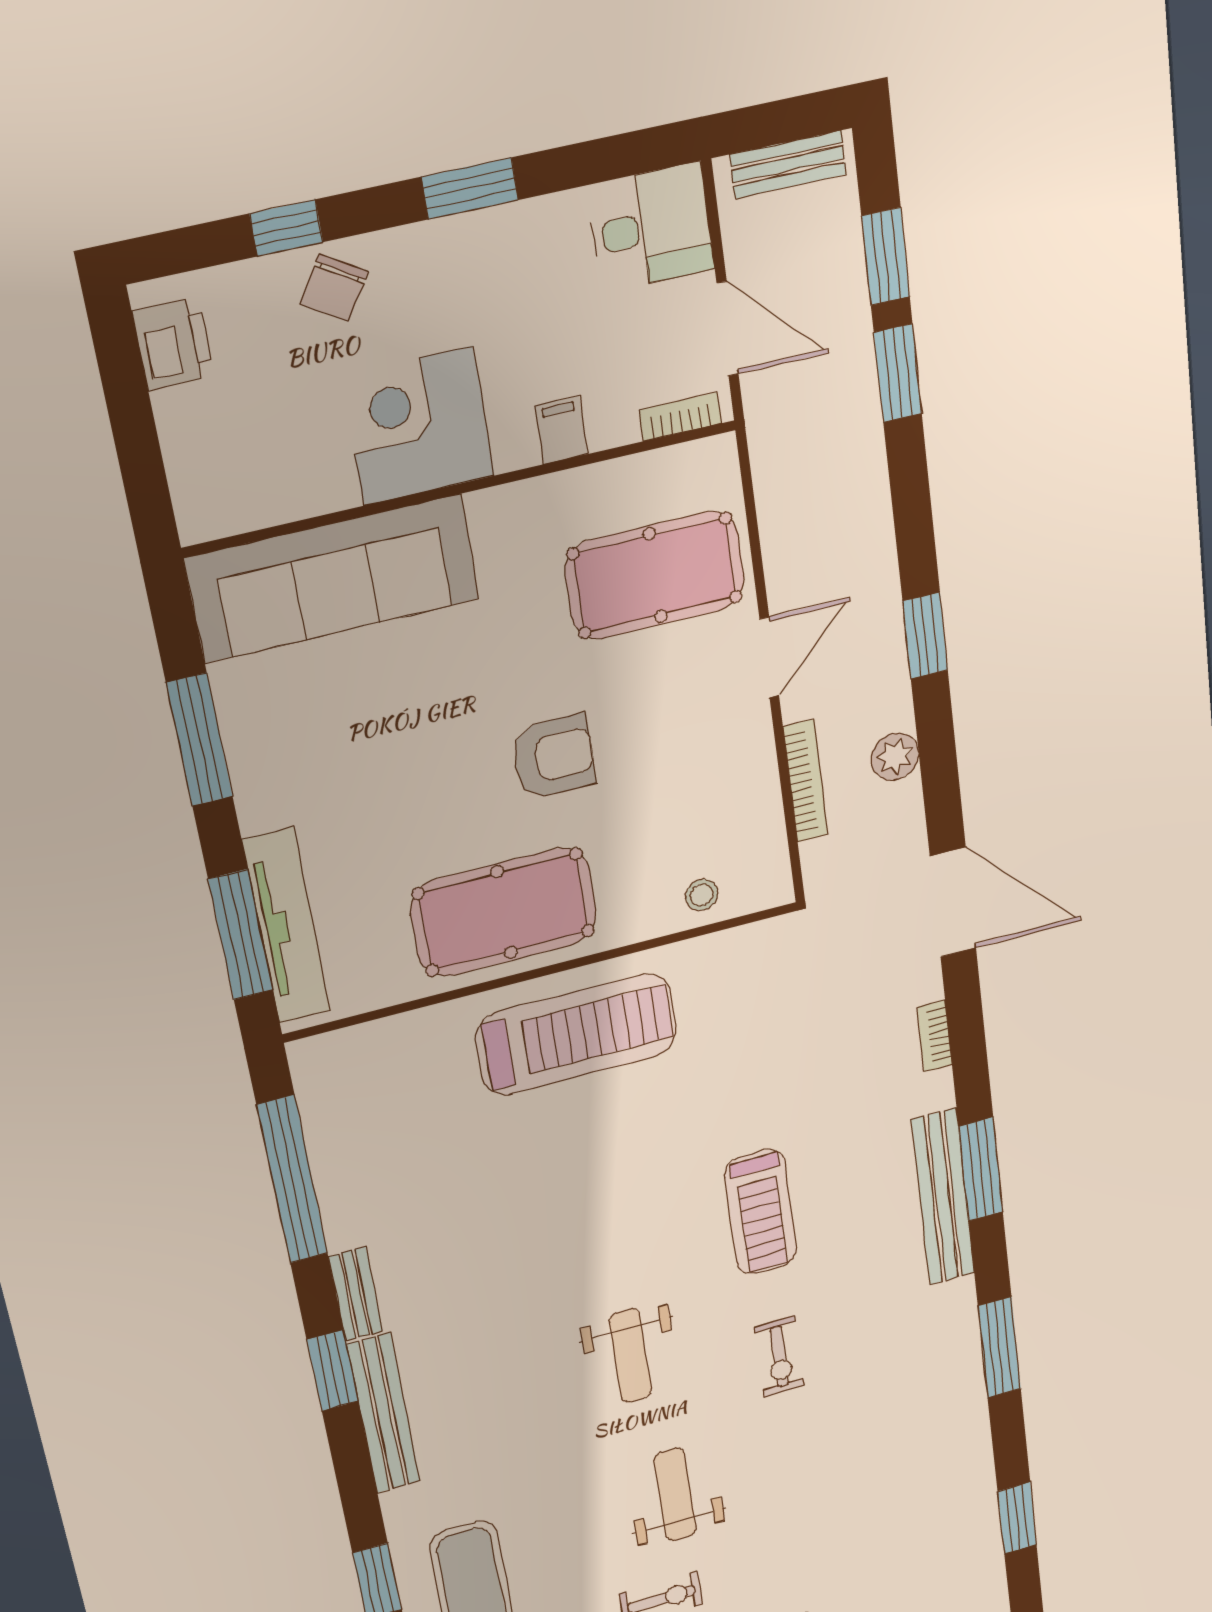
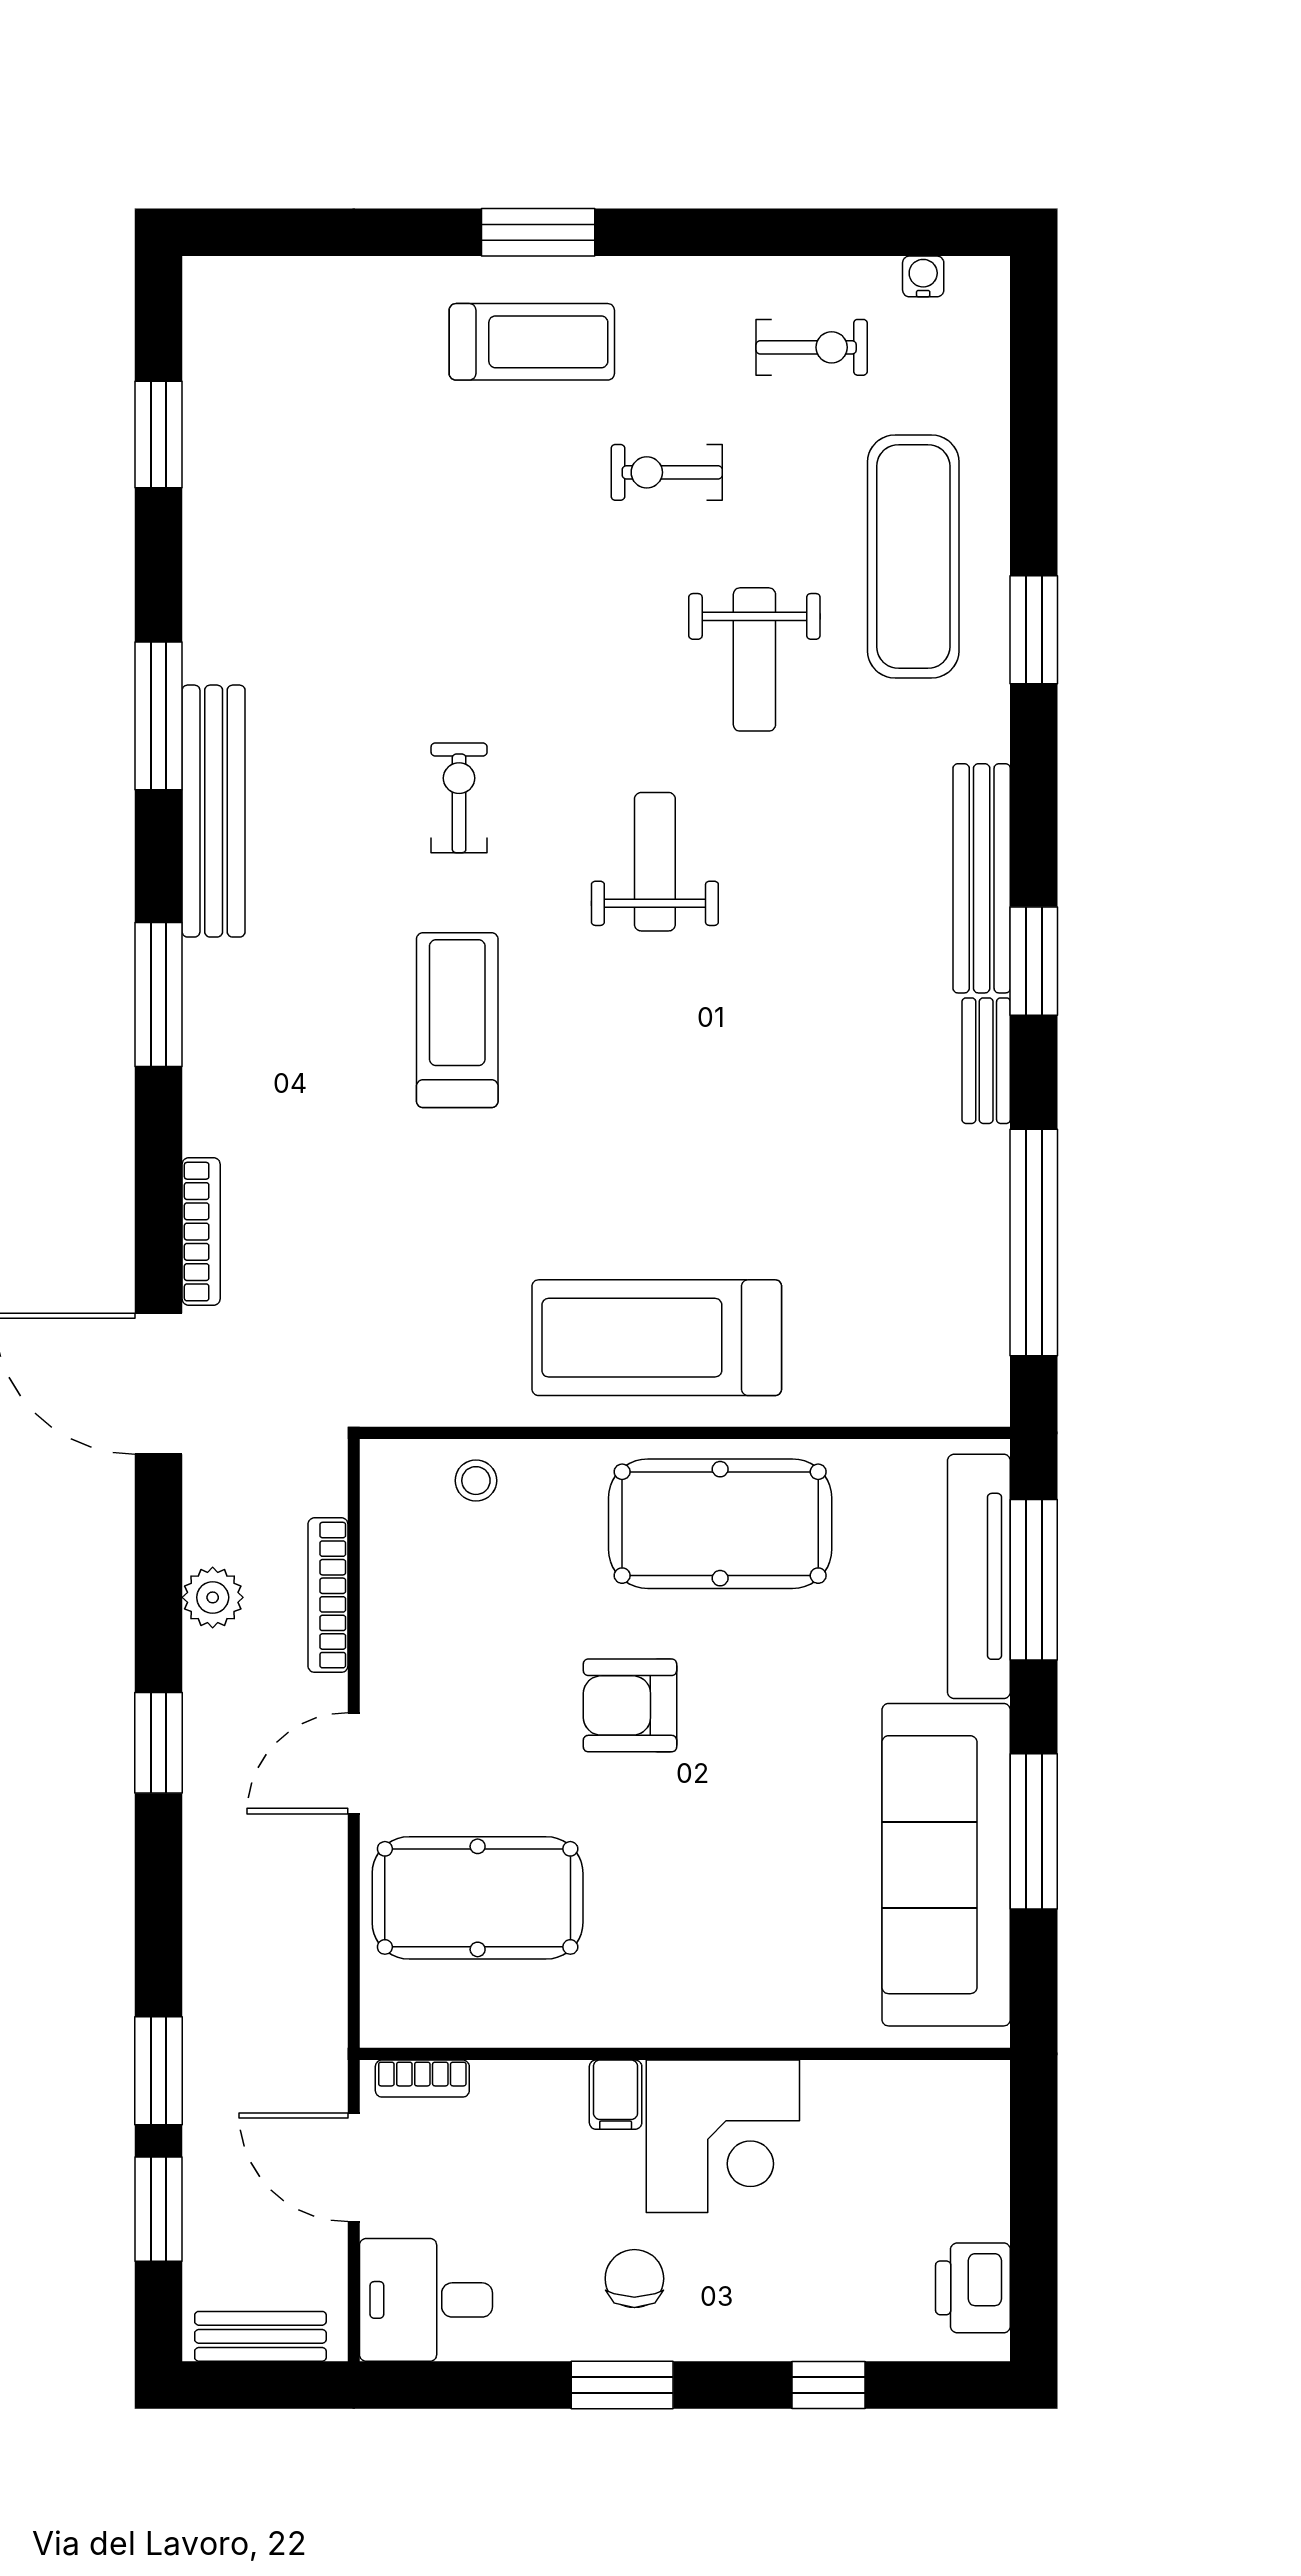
chair: (334, 288) -> (634, 2279), moved, turned -32
filing cabinet: (561, 430) -> (616, 2095), moved
sofa: (333, 579) -> (946, 1865), moved, turned -90
bookcase: (935, 1036) -> (201, 1232), width x1.56
bench: (943, 1197) -> (214, 811), moved
weight bench: (675, 1495) -> (754, 659), moved

